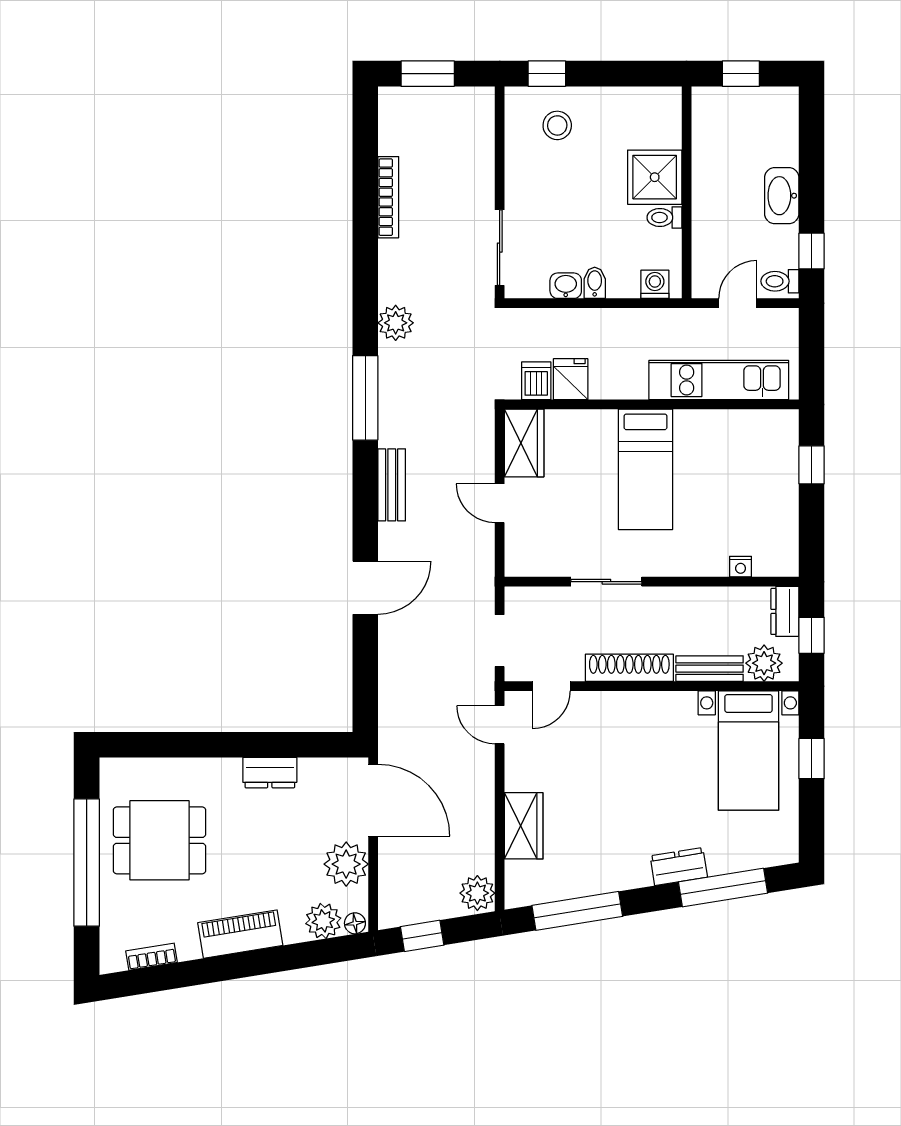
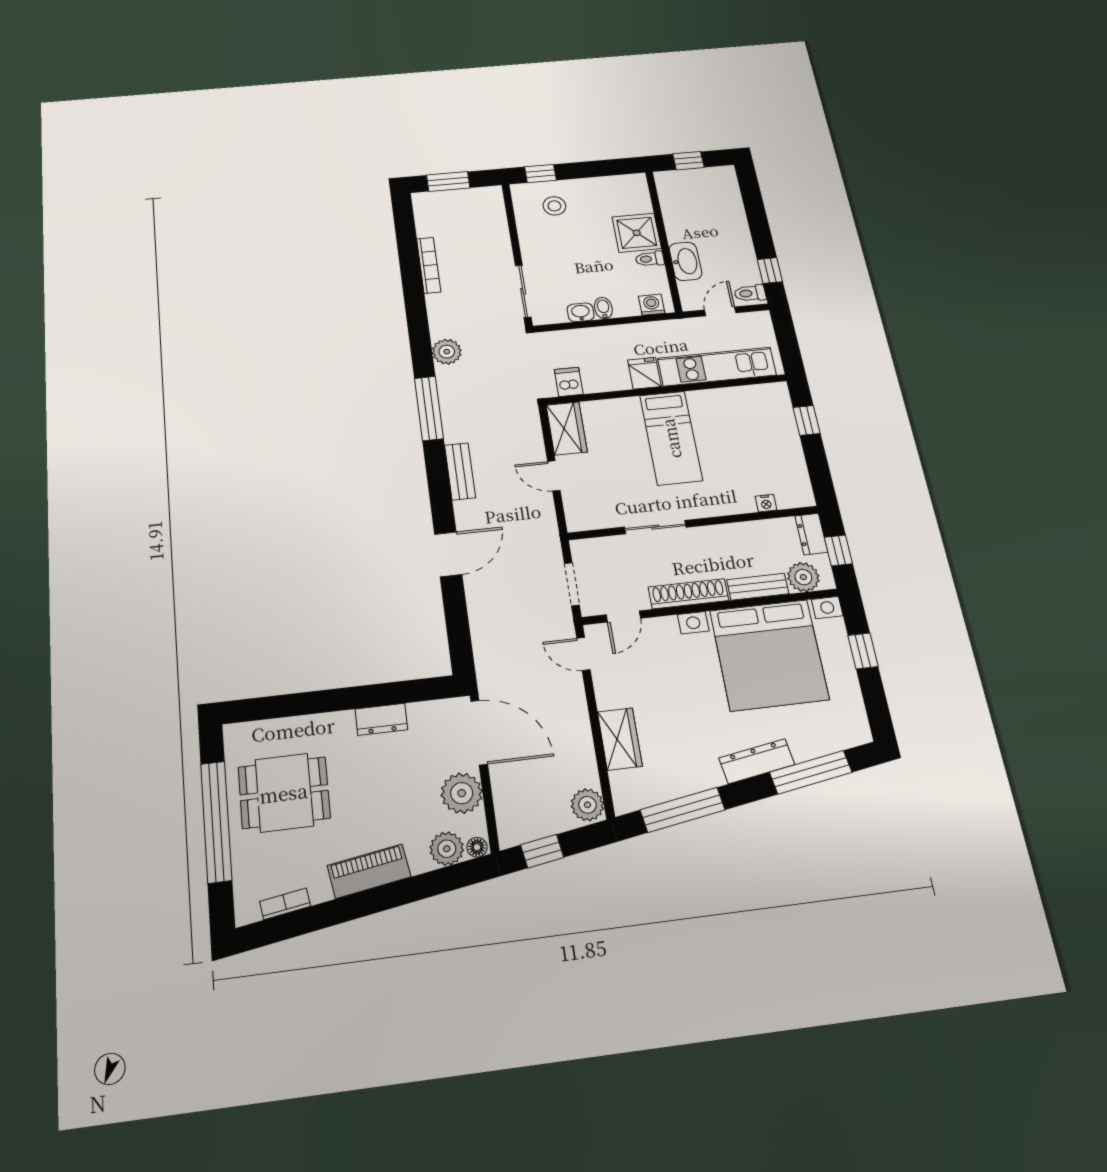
washbasin: (782, 196) -> (685, 261), moved, turned 180
fridge: (571, 379) -> (644, 373), moved
bed with nightstands: (749, 751) -> (769, 655), width x1.85
dresser: (679, 867) -> (757, 761), width x1.44

